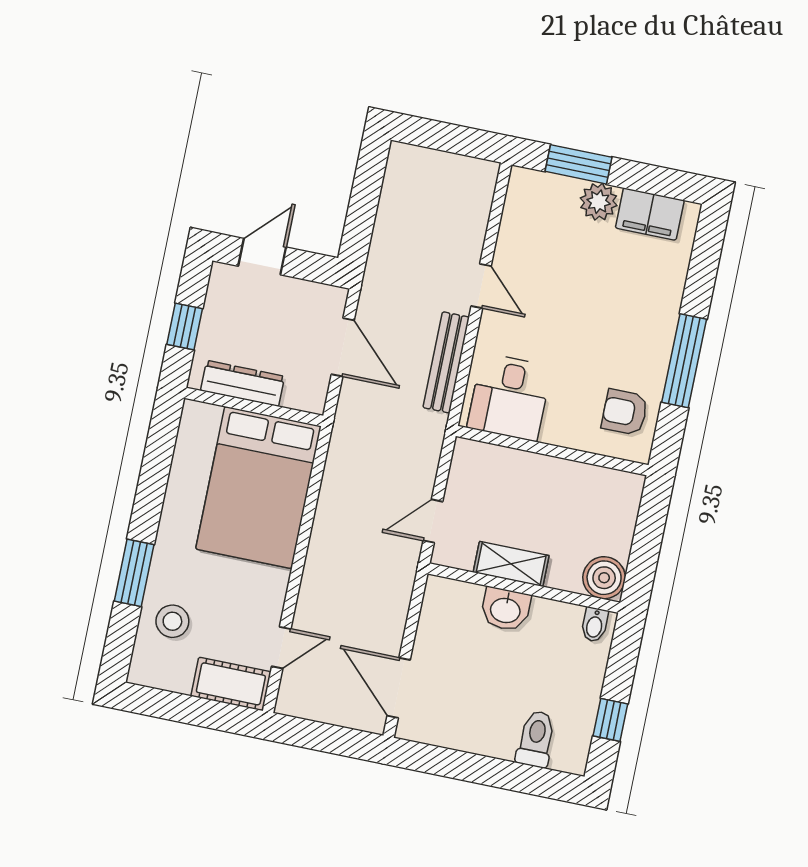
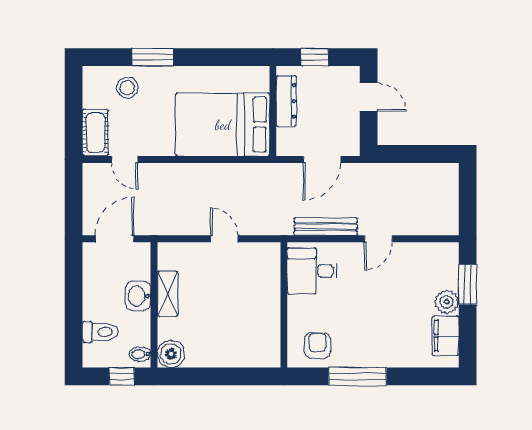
shelving: (511, 564) -> (168, 294), moved
boiler: (604, 578) -> (171, 354), moved
wall: (524, 588) -> (154, 305), moved
washbasin: (506, 609) -> (138, 296), moved
bidet: (595, 625) -> (140, 354), moved

